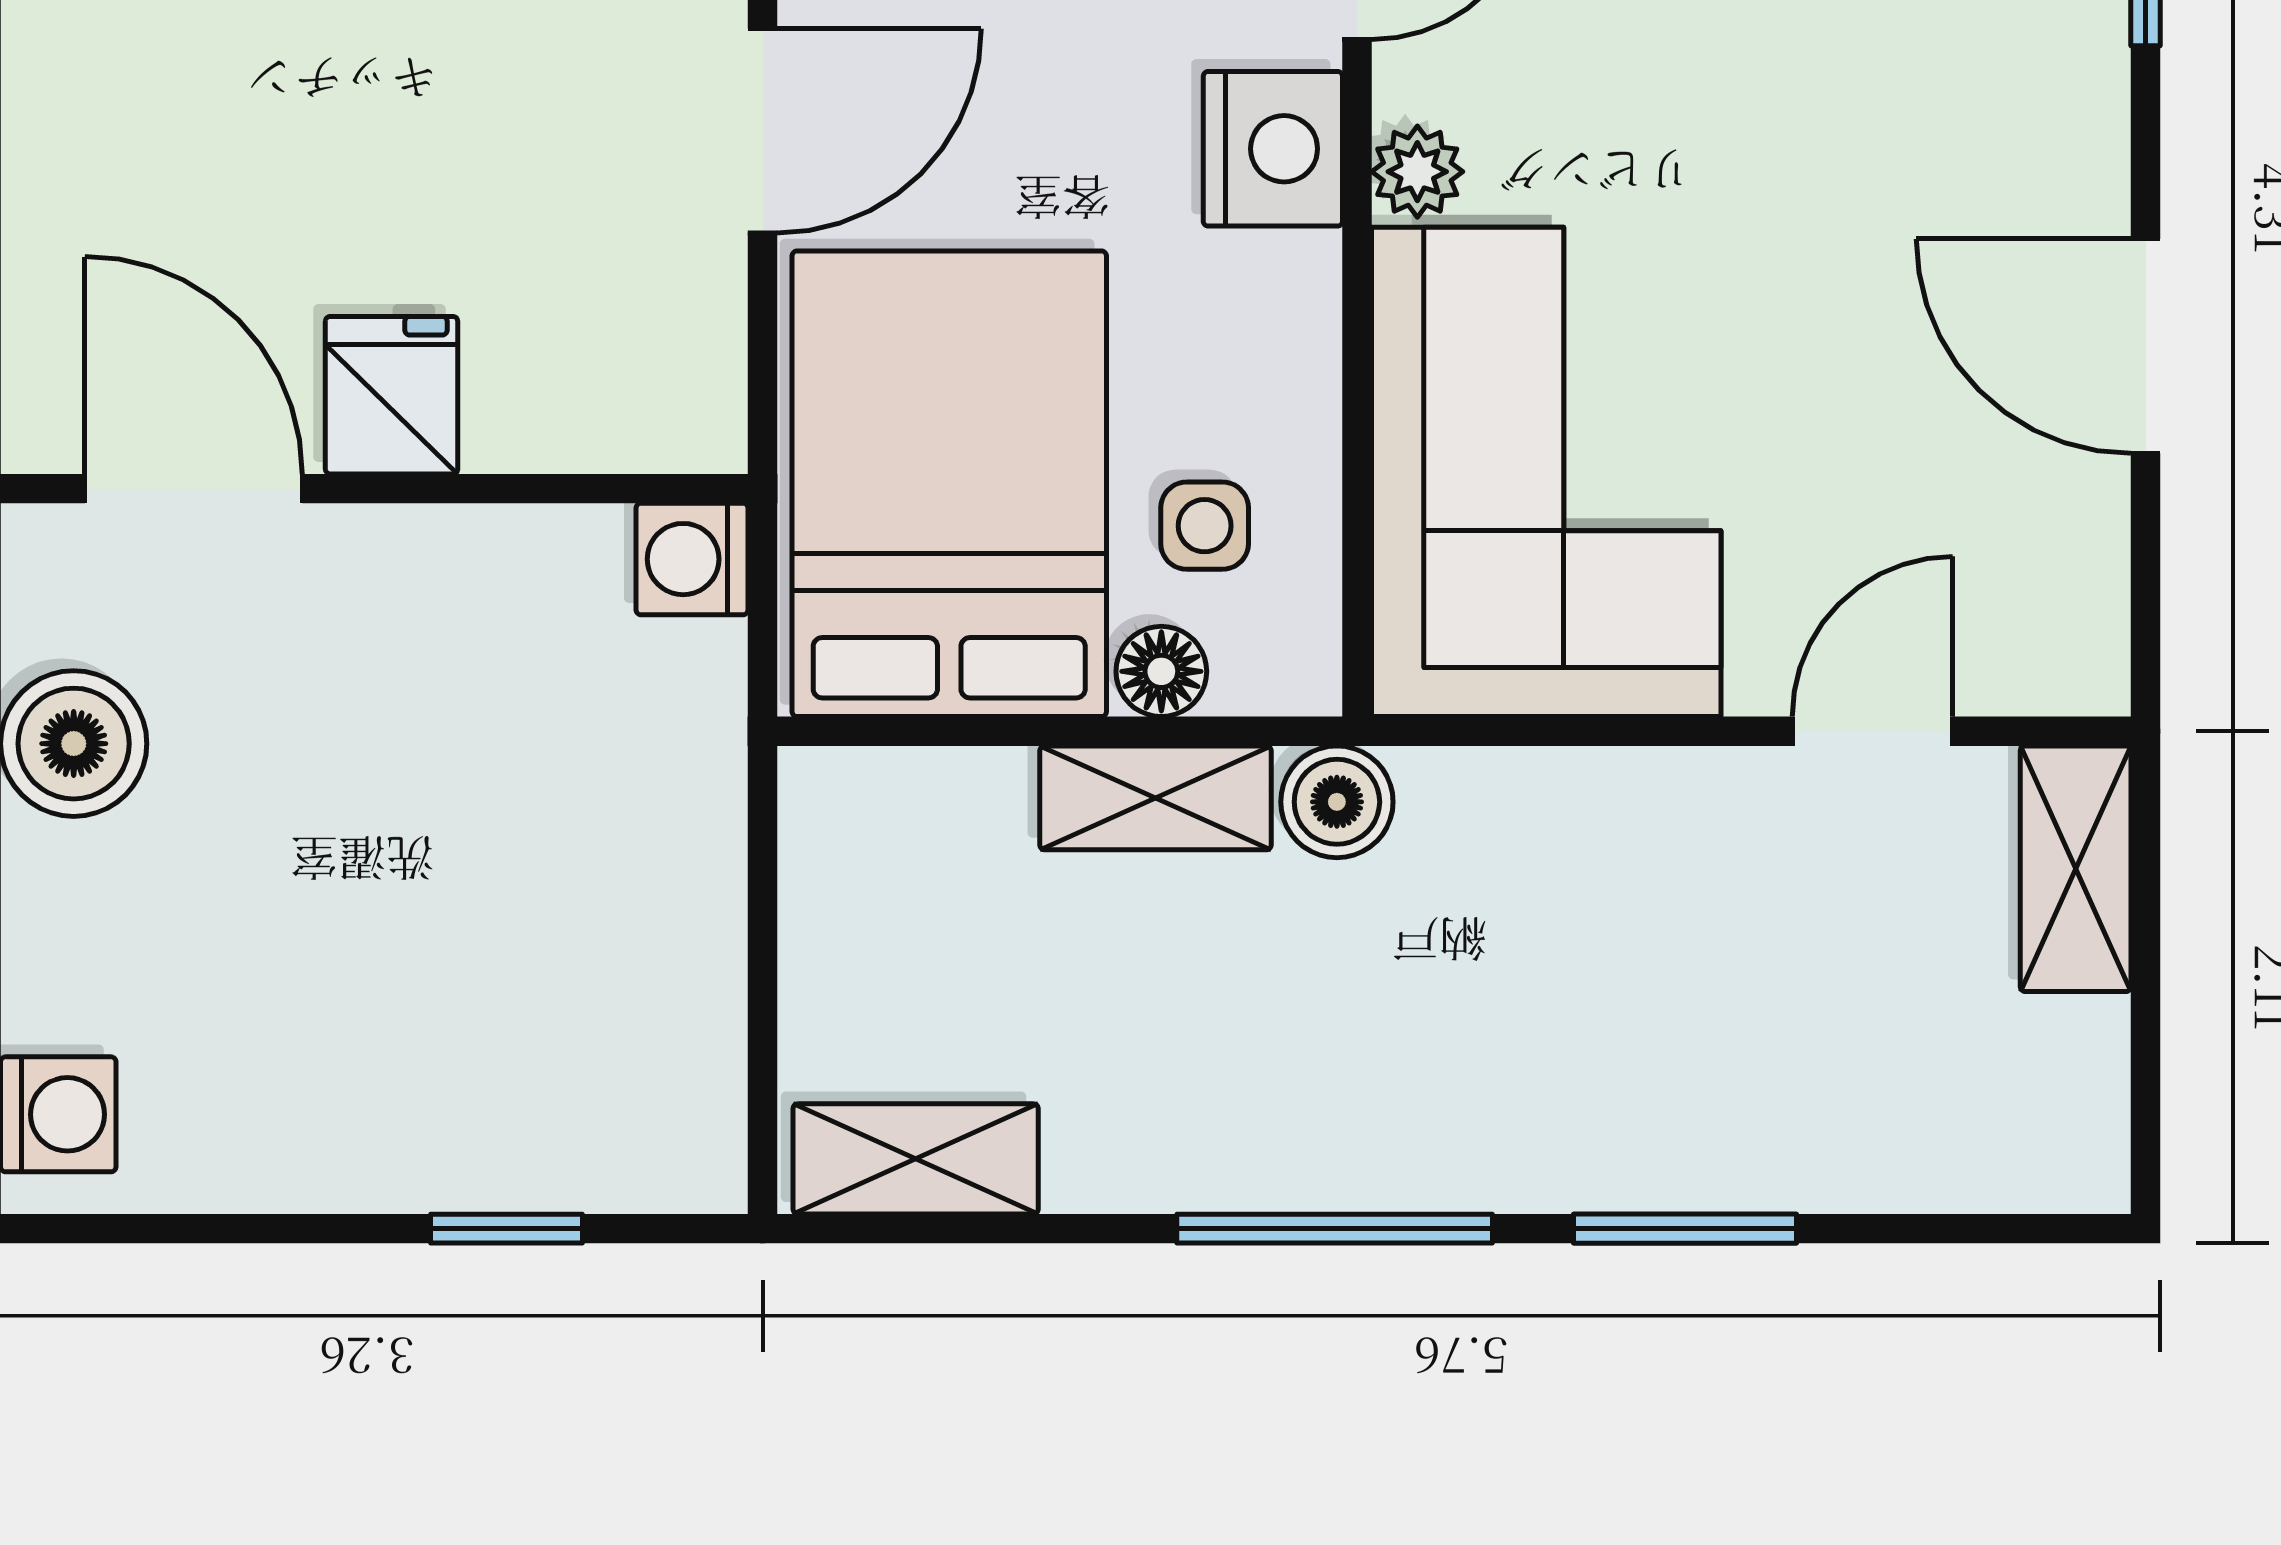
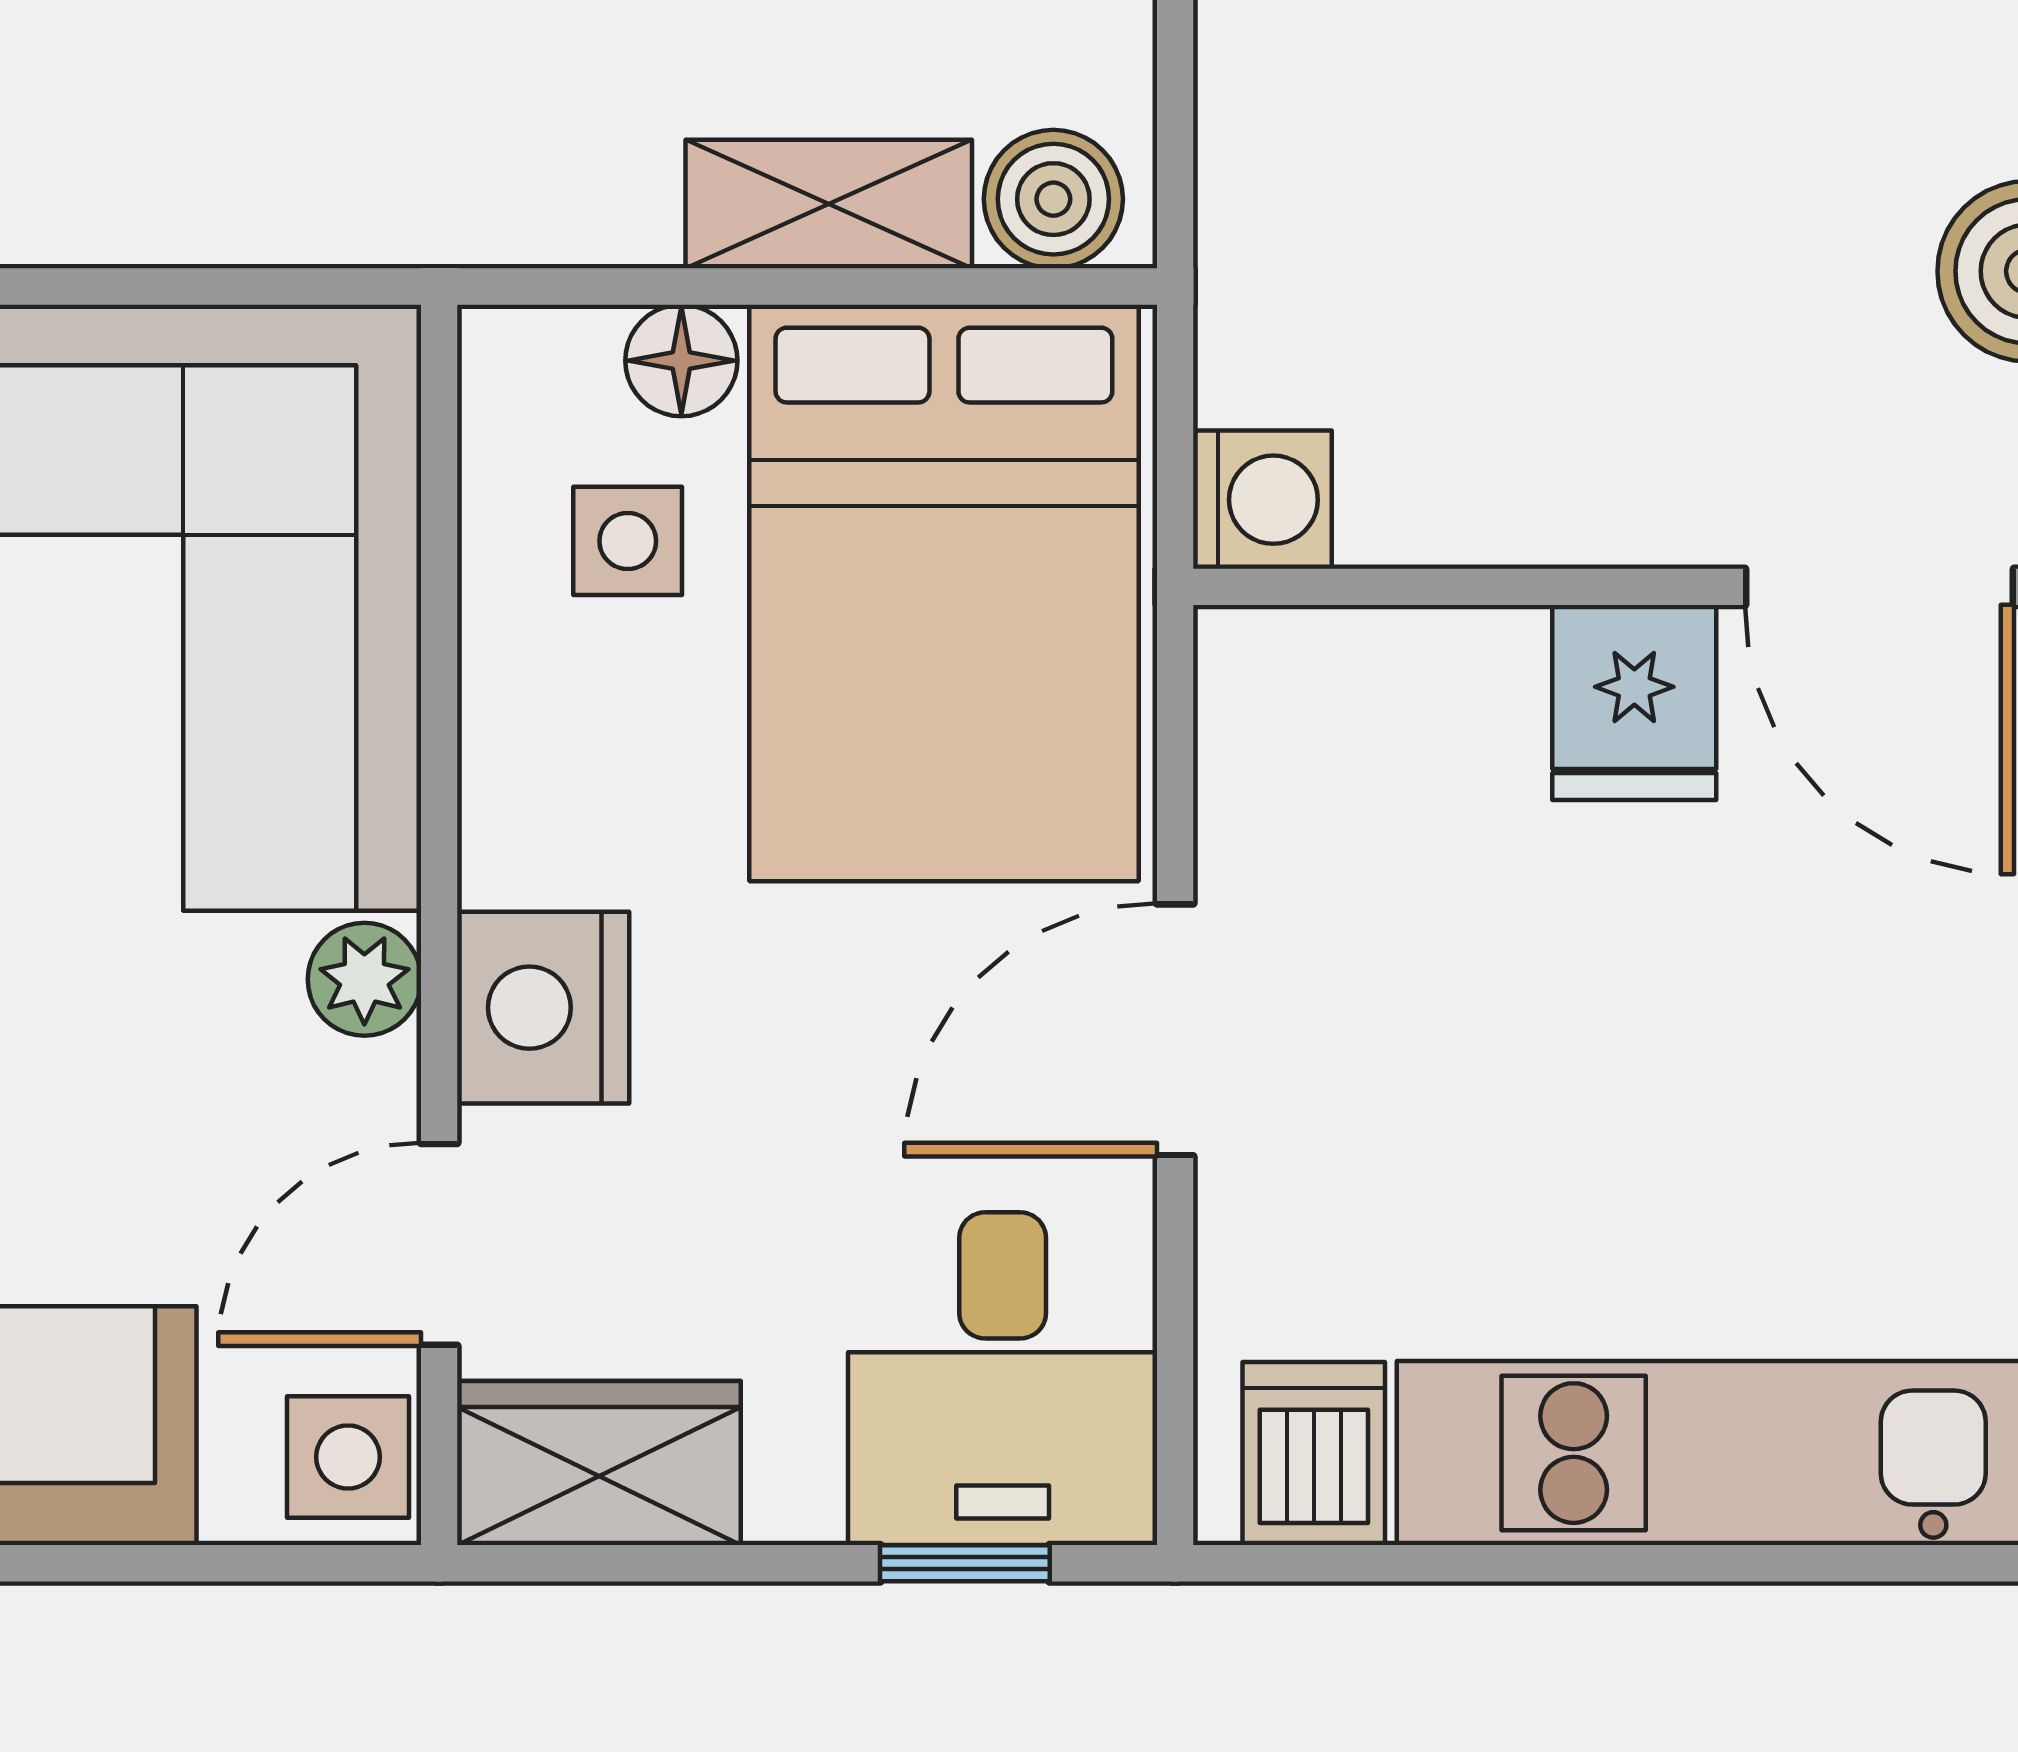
shelving: (1155, 798) -> (829, 204), moved
boiler: (1337, 802) -> (1053, 199), moved

